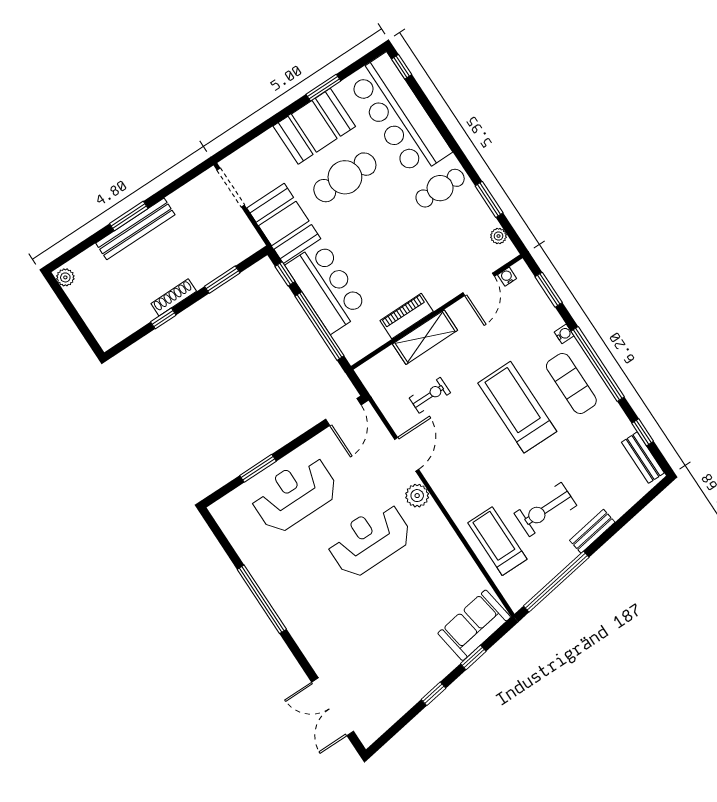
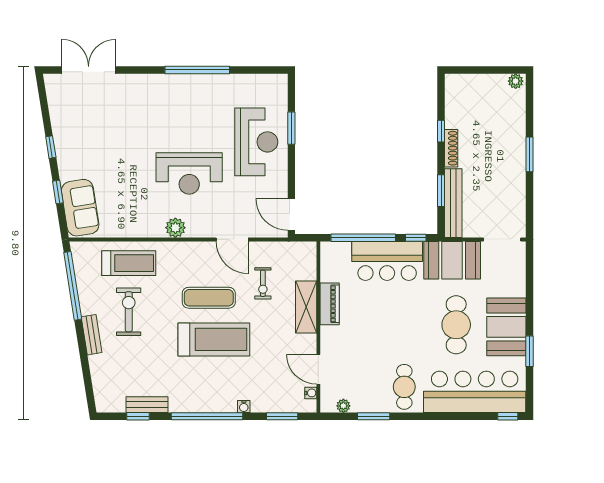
bench: (135, 229) -> (453, 203), moved
exercise mat: (571, 383) -> (209, 298), moved
bench: (643, 458) -> (147, 405), moved
plant: (417, 496) -> (175, 228), moved
reception desk: (369, 540) -> (189, 174), turned 90

